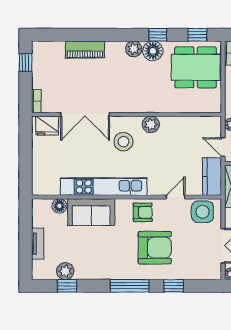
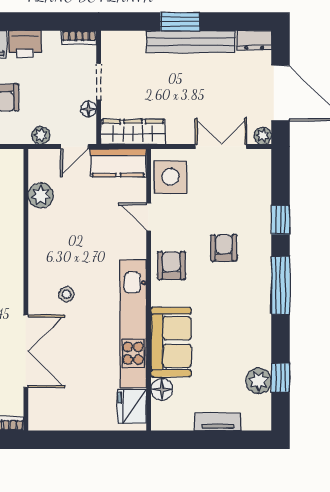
plant: (151, 124) -> (41, 195), moved
fridge: (47, 126) -> (132, 406), moved, turned 180
stool: (123, 142) -> (66, 294), width x0.53, depth x0.53
armchair: (155, 248) -> (224, 248), width x0.53, depth x0.53

